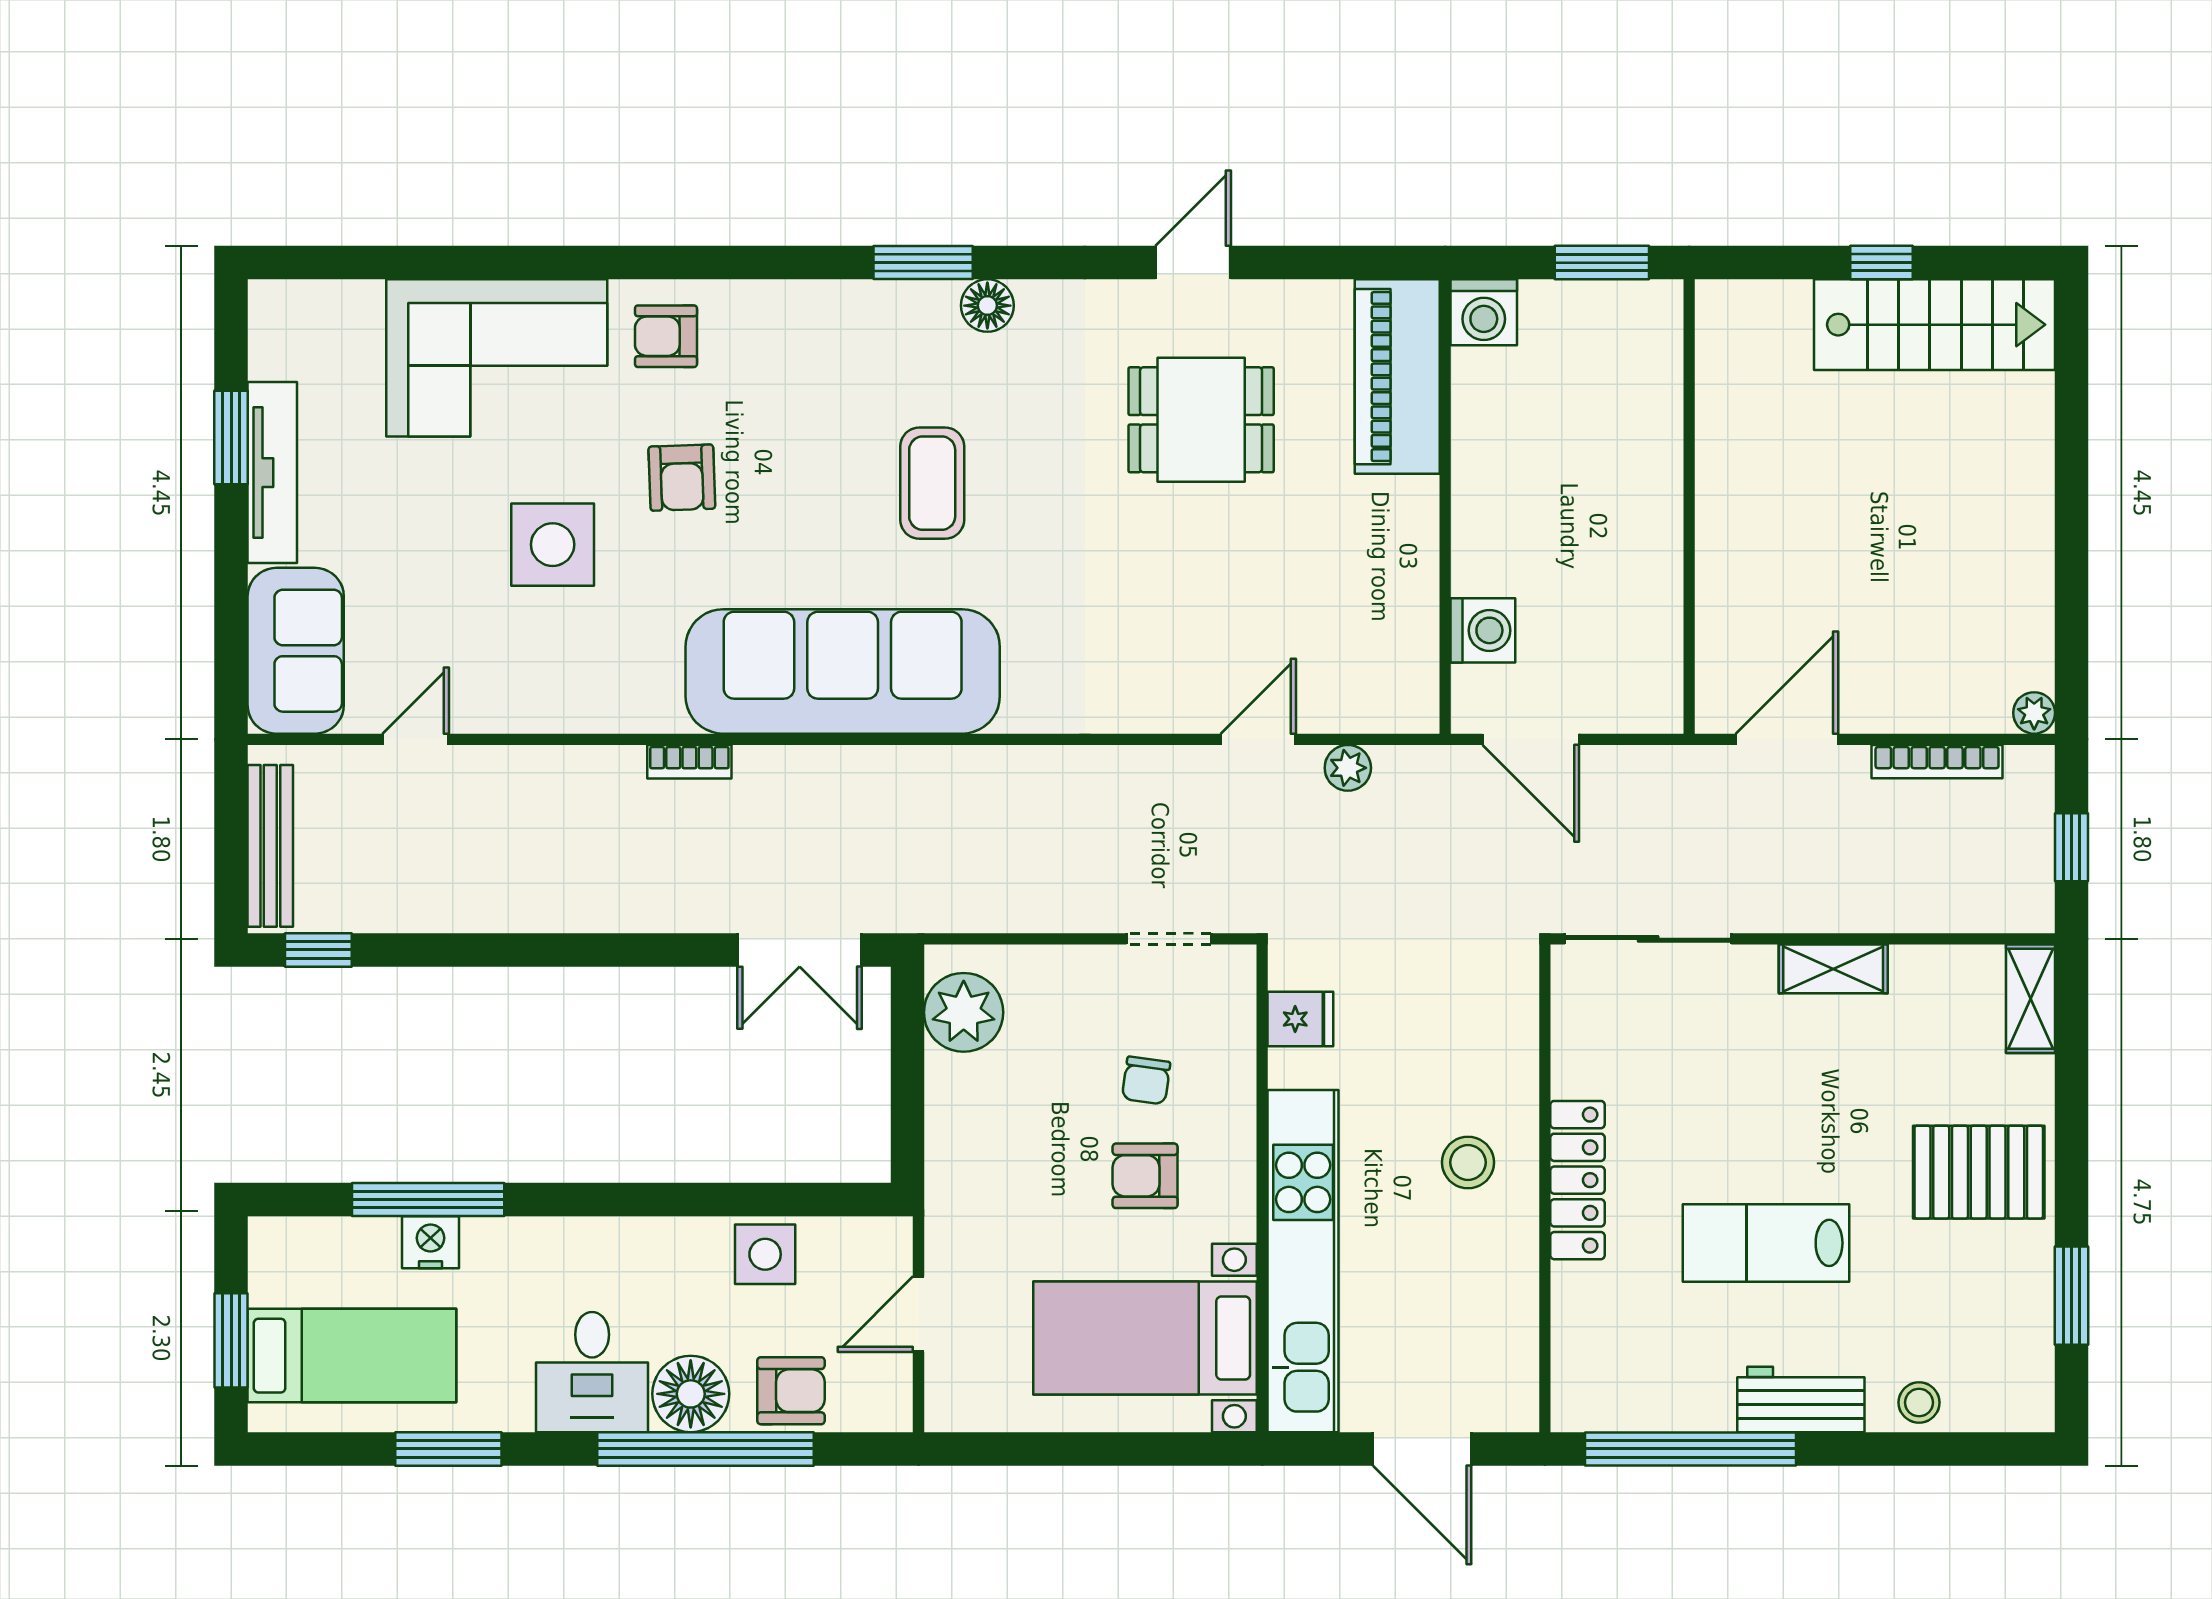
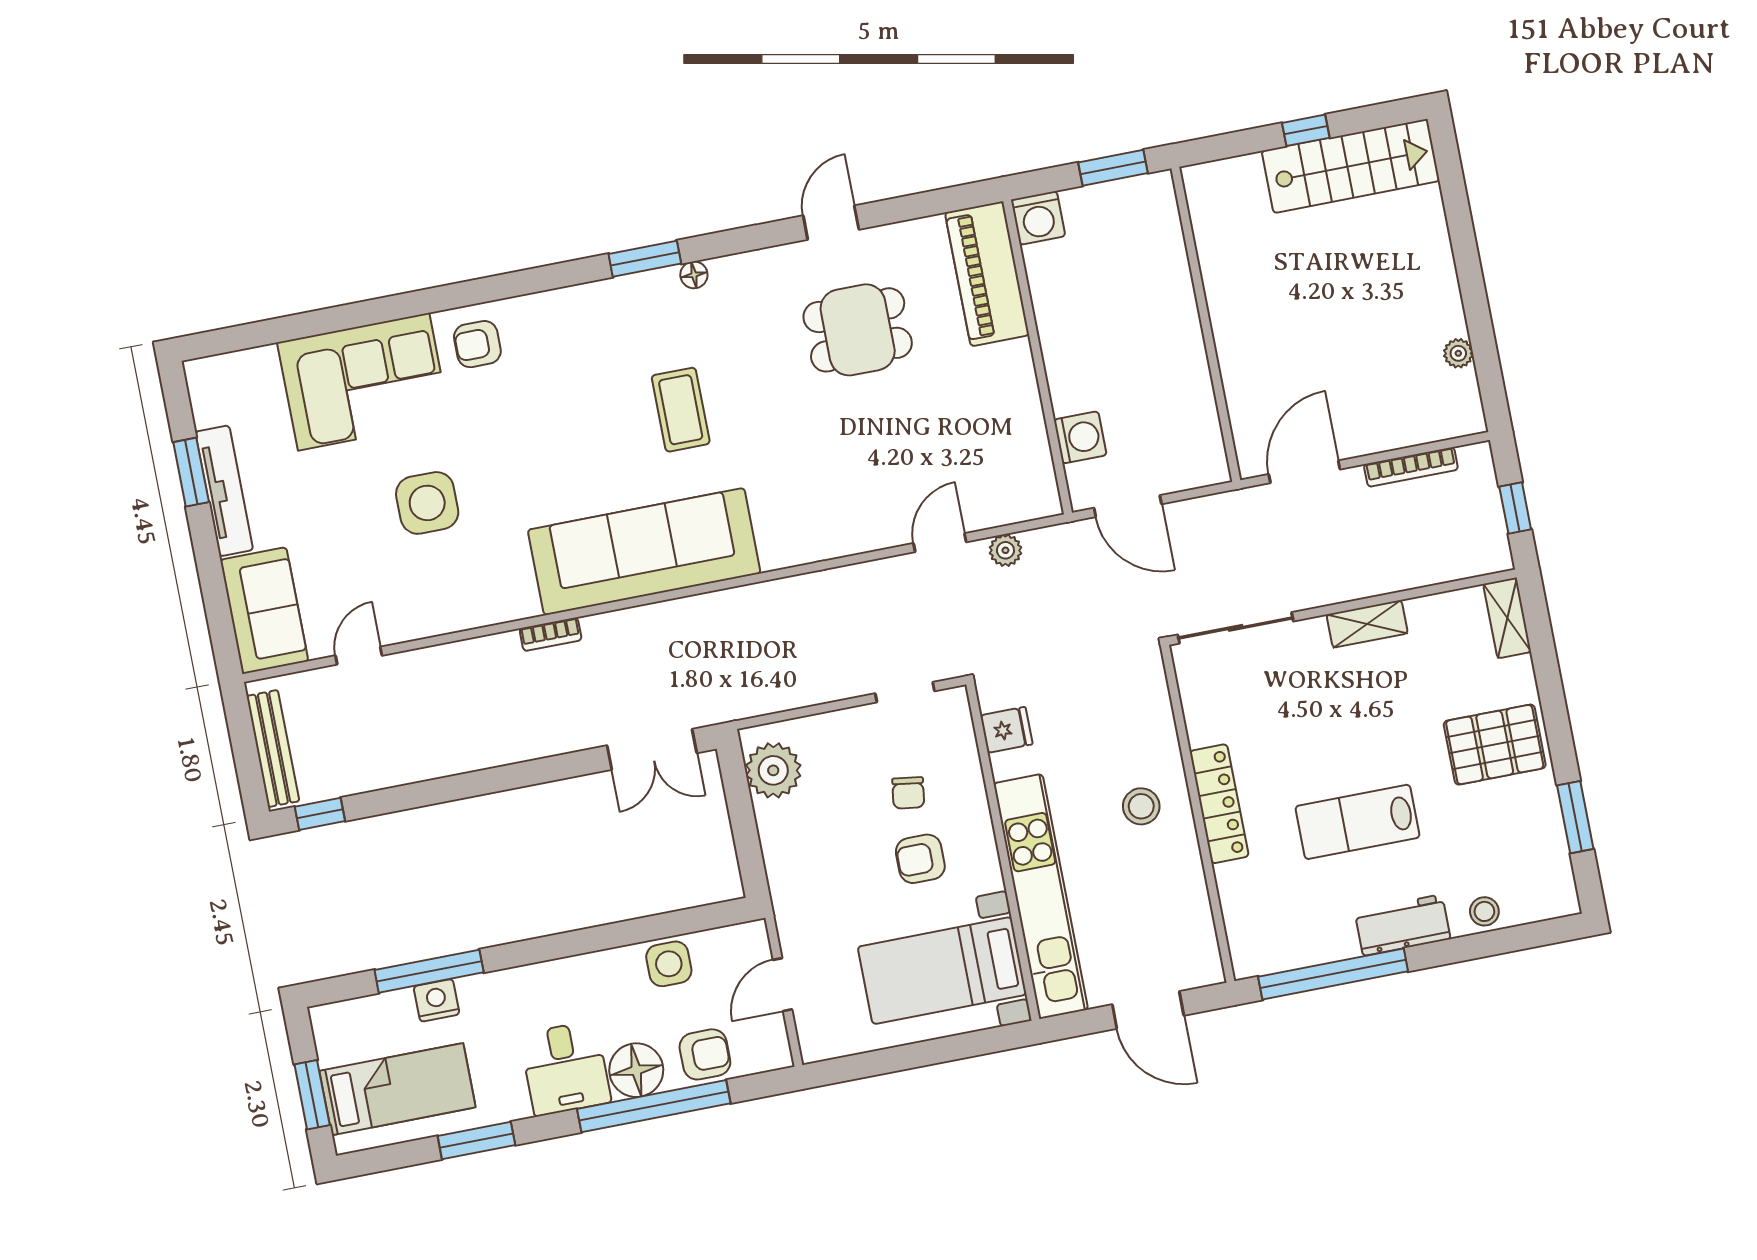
floor lamp: (987, 306) -> (694, 275), width x0.73, depth x0.73
armchair: (682, 478) -> (507, 439), removed
plant: (2034, 713) -> (1458, 353), moved

